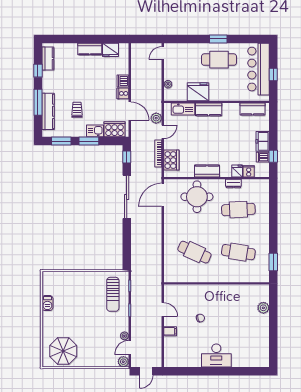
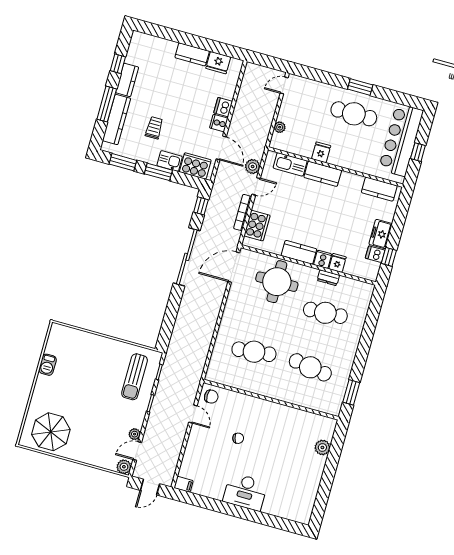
kitchen counter: (48, 58) -> (127, 80), moved
fridge: (198, 92) -> (321, 152), width x0.53, depth x0.75
cooker: (249, 171) -> (323, 259), moved
cafe table: (194, 252) -> (254, 352), turned -30
chair: (172, 293) -> (211, 397), added
filing cabinet: (170, 331) -> (184, 484), moved

